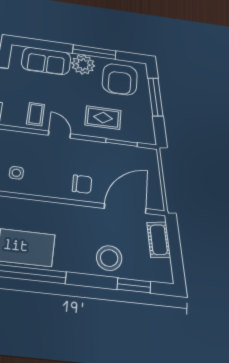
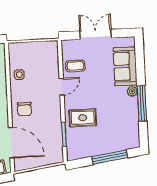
plant: (83, 64) -> (132, 91), width x0.53, depth x0.53
armchair: (120, 79) -> (120, 127), removed
rug: (103, 118) -> (83, 118), turned 90
side table: (16, 173) -> (19, 75), moved

